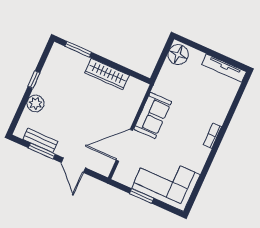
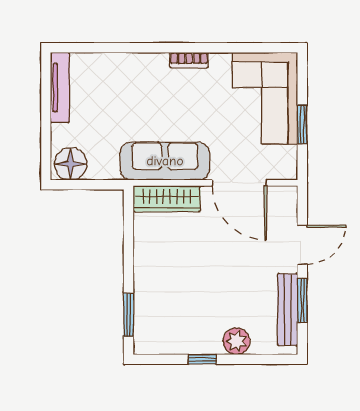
wardrobe: (107, 74) -> (167, 199), moved, turned 90
sofa: (153, 115) -> (165, 161), width x1.36
bookcase: (212, 136) -> (189, 60), moved
bench: (40, 140) -> (288, 310), width x1.36

